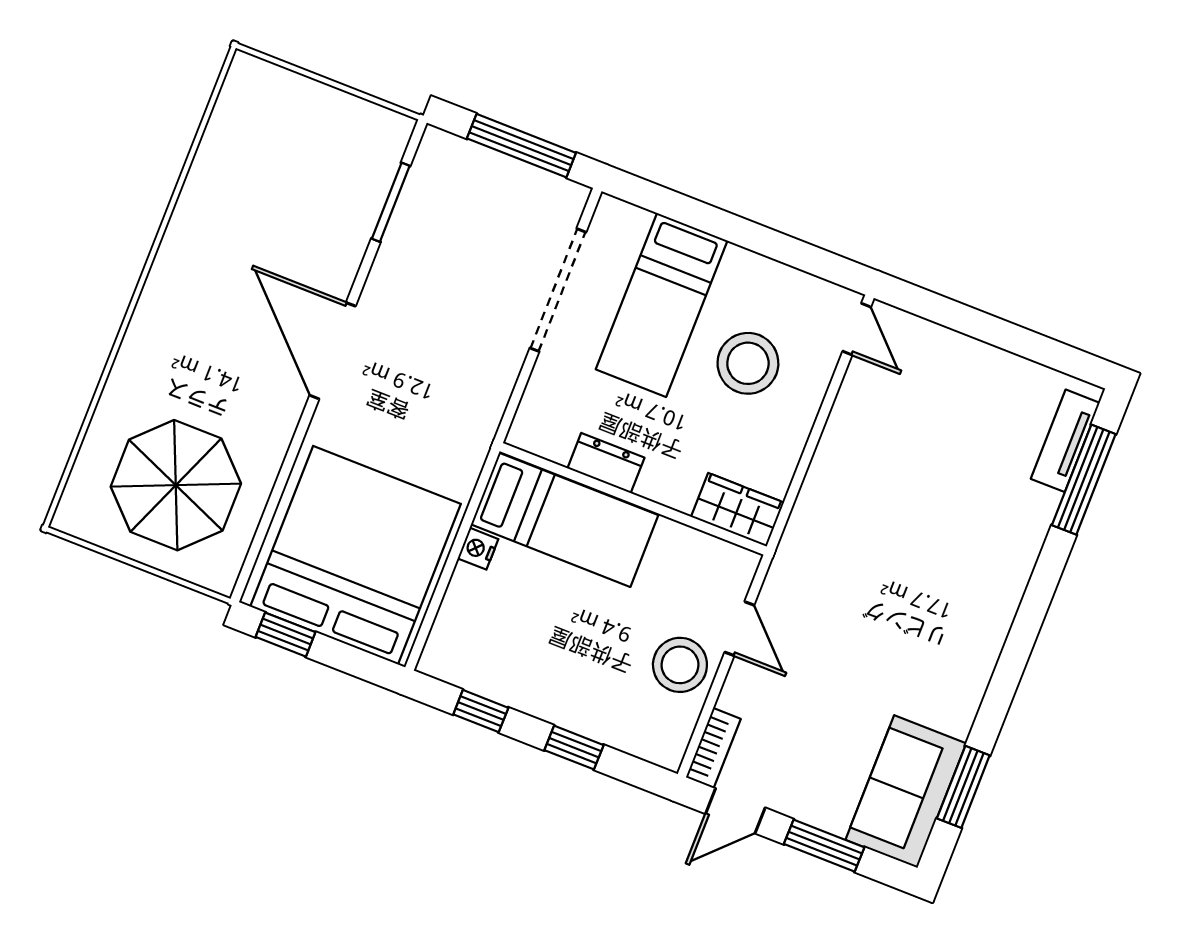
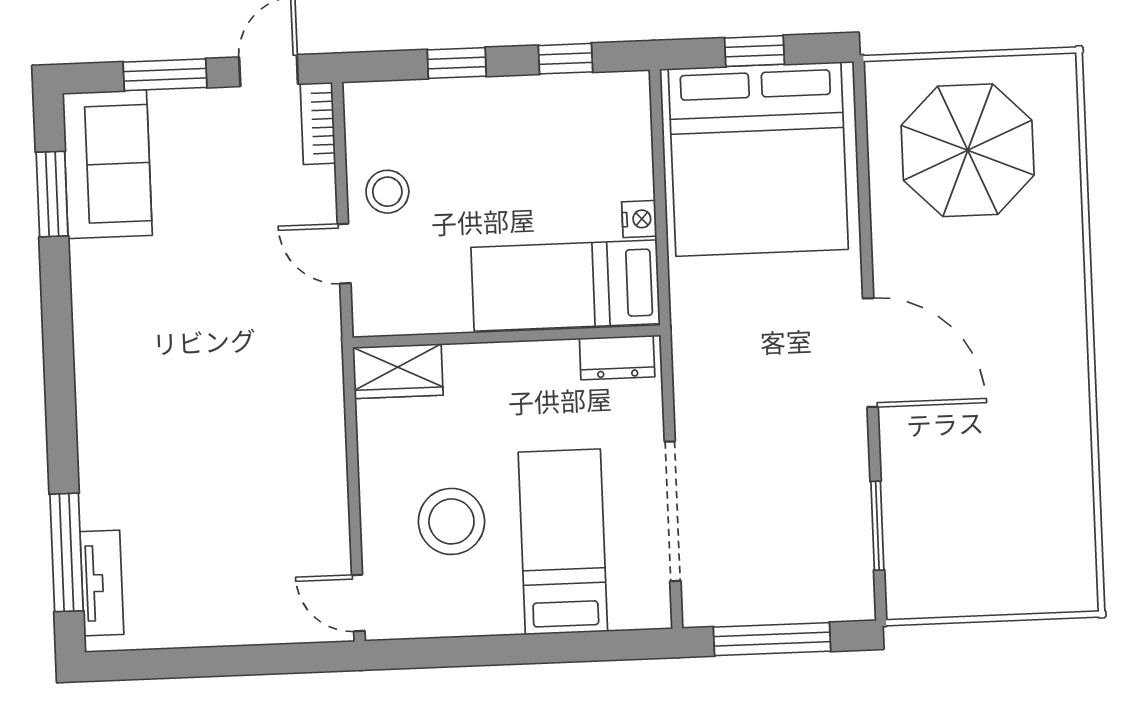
dresser: (606, 463) -> (617, 358), moved
window: (285, 635) -> (755, 51), moved
stool: (680, 665) -> (387, 192), width x0.73, depth x0.73

